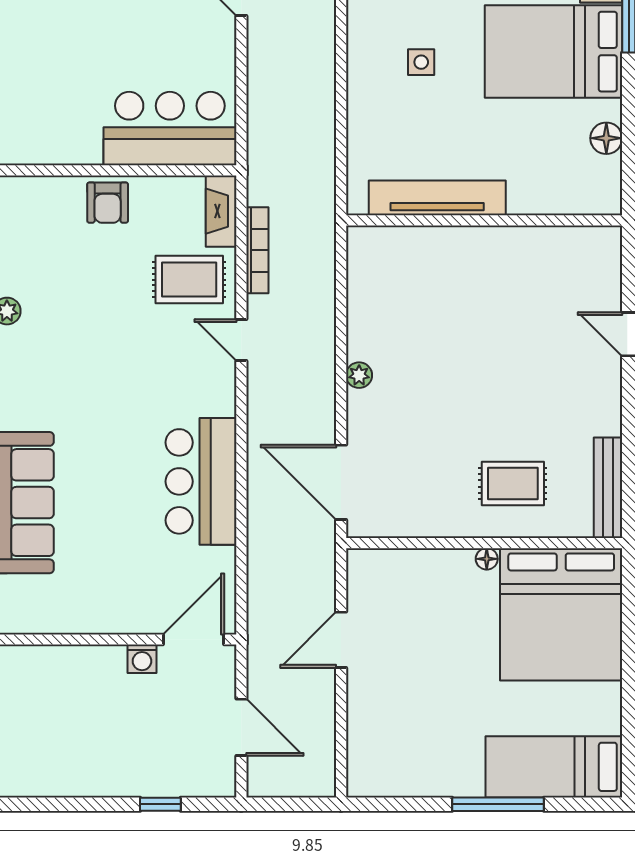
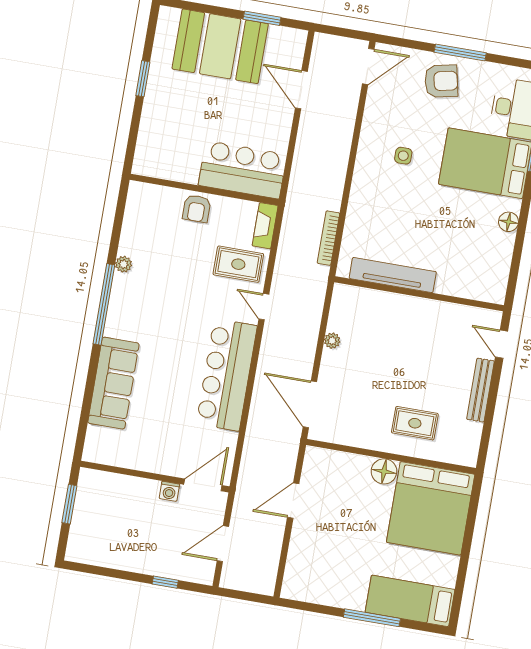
tv unit: (437, 198) -> (393, 275), moved
wall: (484, 220) -> (419, 294), moved
bookcase: (257, 250) -> (328, 238), moved, turned 180
bar counter: (201, 481) -> (227, 375), width x1.36
bench: (608, 488) -> (481, 390), moved
floor lamp: (487, 559) -> (384, 471), width x1.89, depth x1.89
door: (241, 727) -> (223, 544), swing flipped

